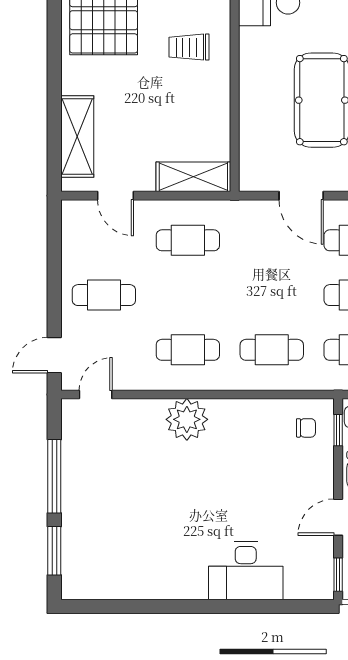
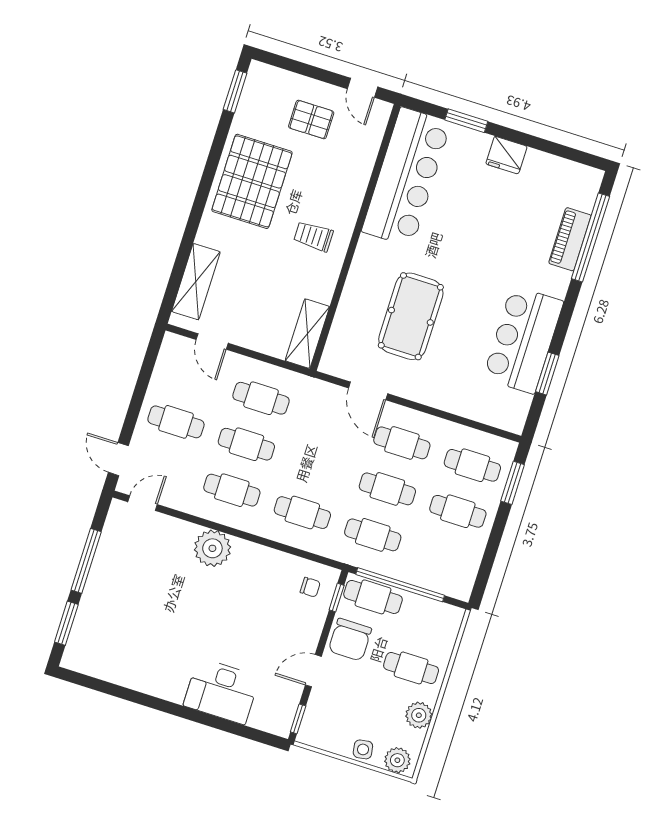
shelving: (193, 177) -> (307, 334), moved, turned 90
cafe table: (188, 295) -> (246, 444), added
door: (54, 355) -> (118, 459), hinge flipped

